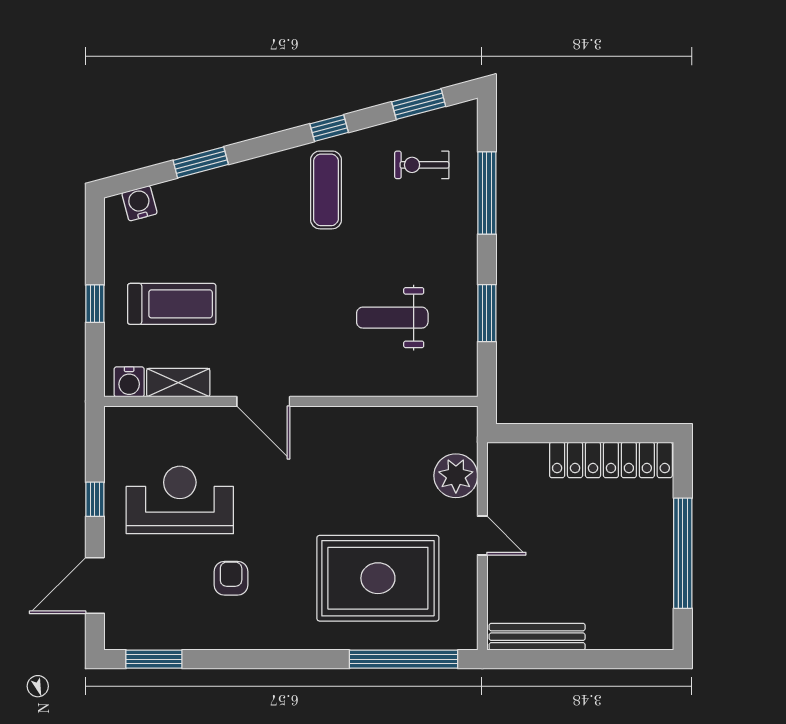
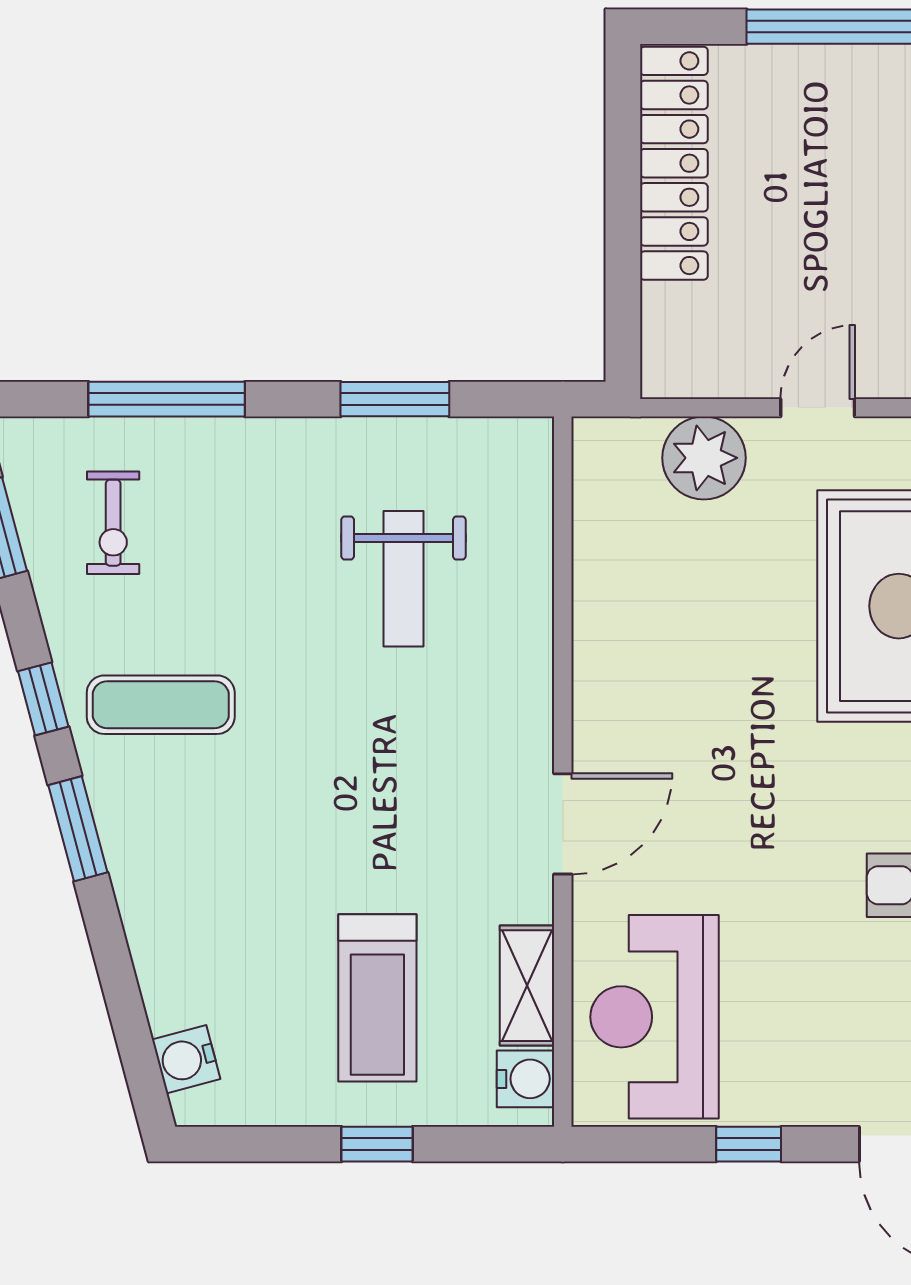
window: (201, 162) -> (78, 829), moved
treadmill: (172, 304) -> (377, 998), turned 180
reception desk: (180, 500) -> (655, 1017), moved

